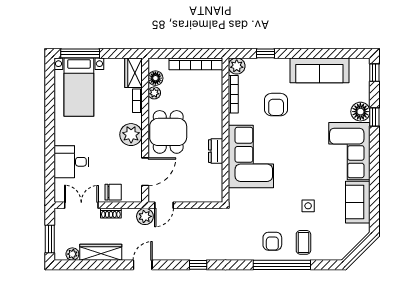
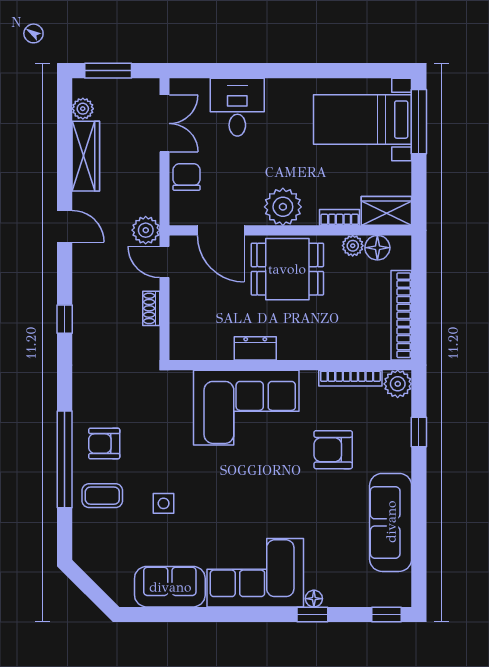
floor lamp: (360, 112) -> (314, 599), width x0.53, depth x0.53
chair: (113, 192) -> (187, 177), turned 180
shoe rack: (111, 213) -> (151, 308), moved

